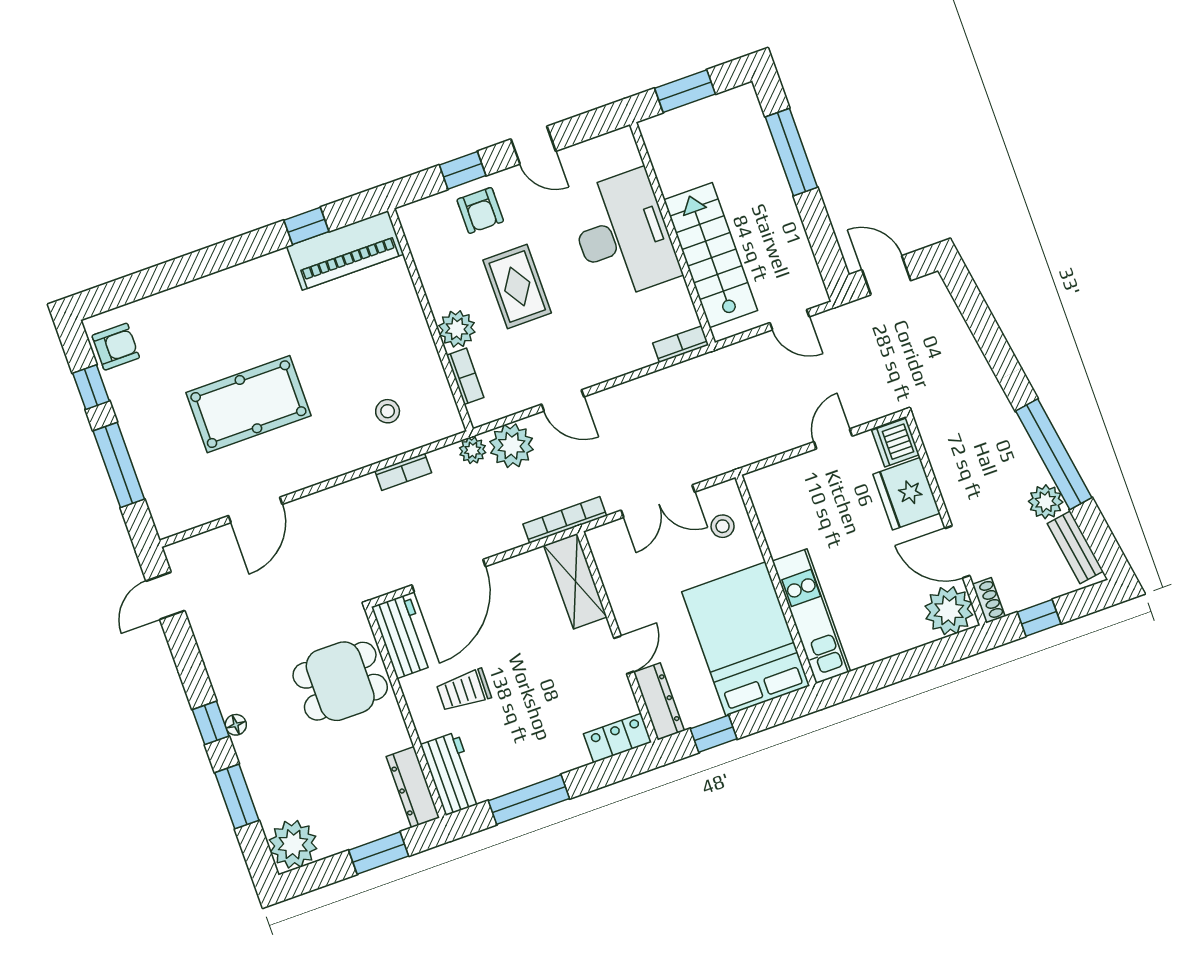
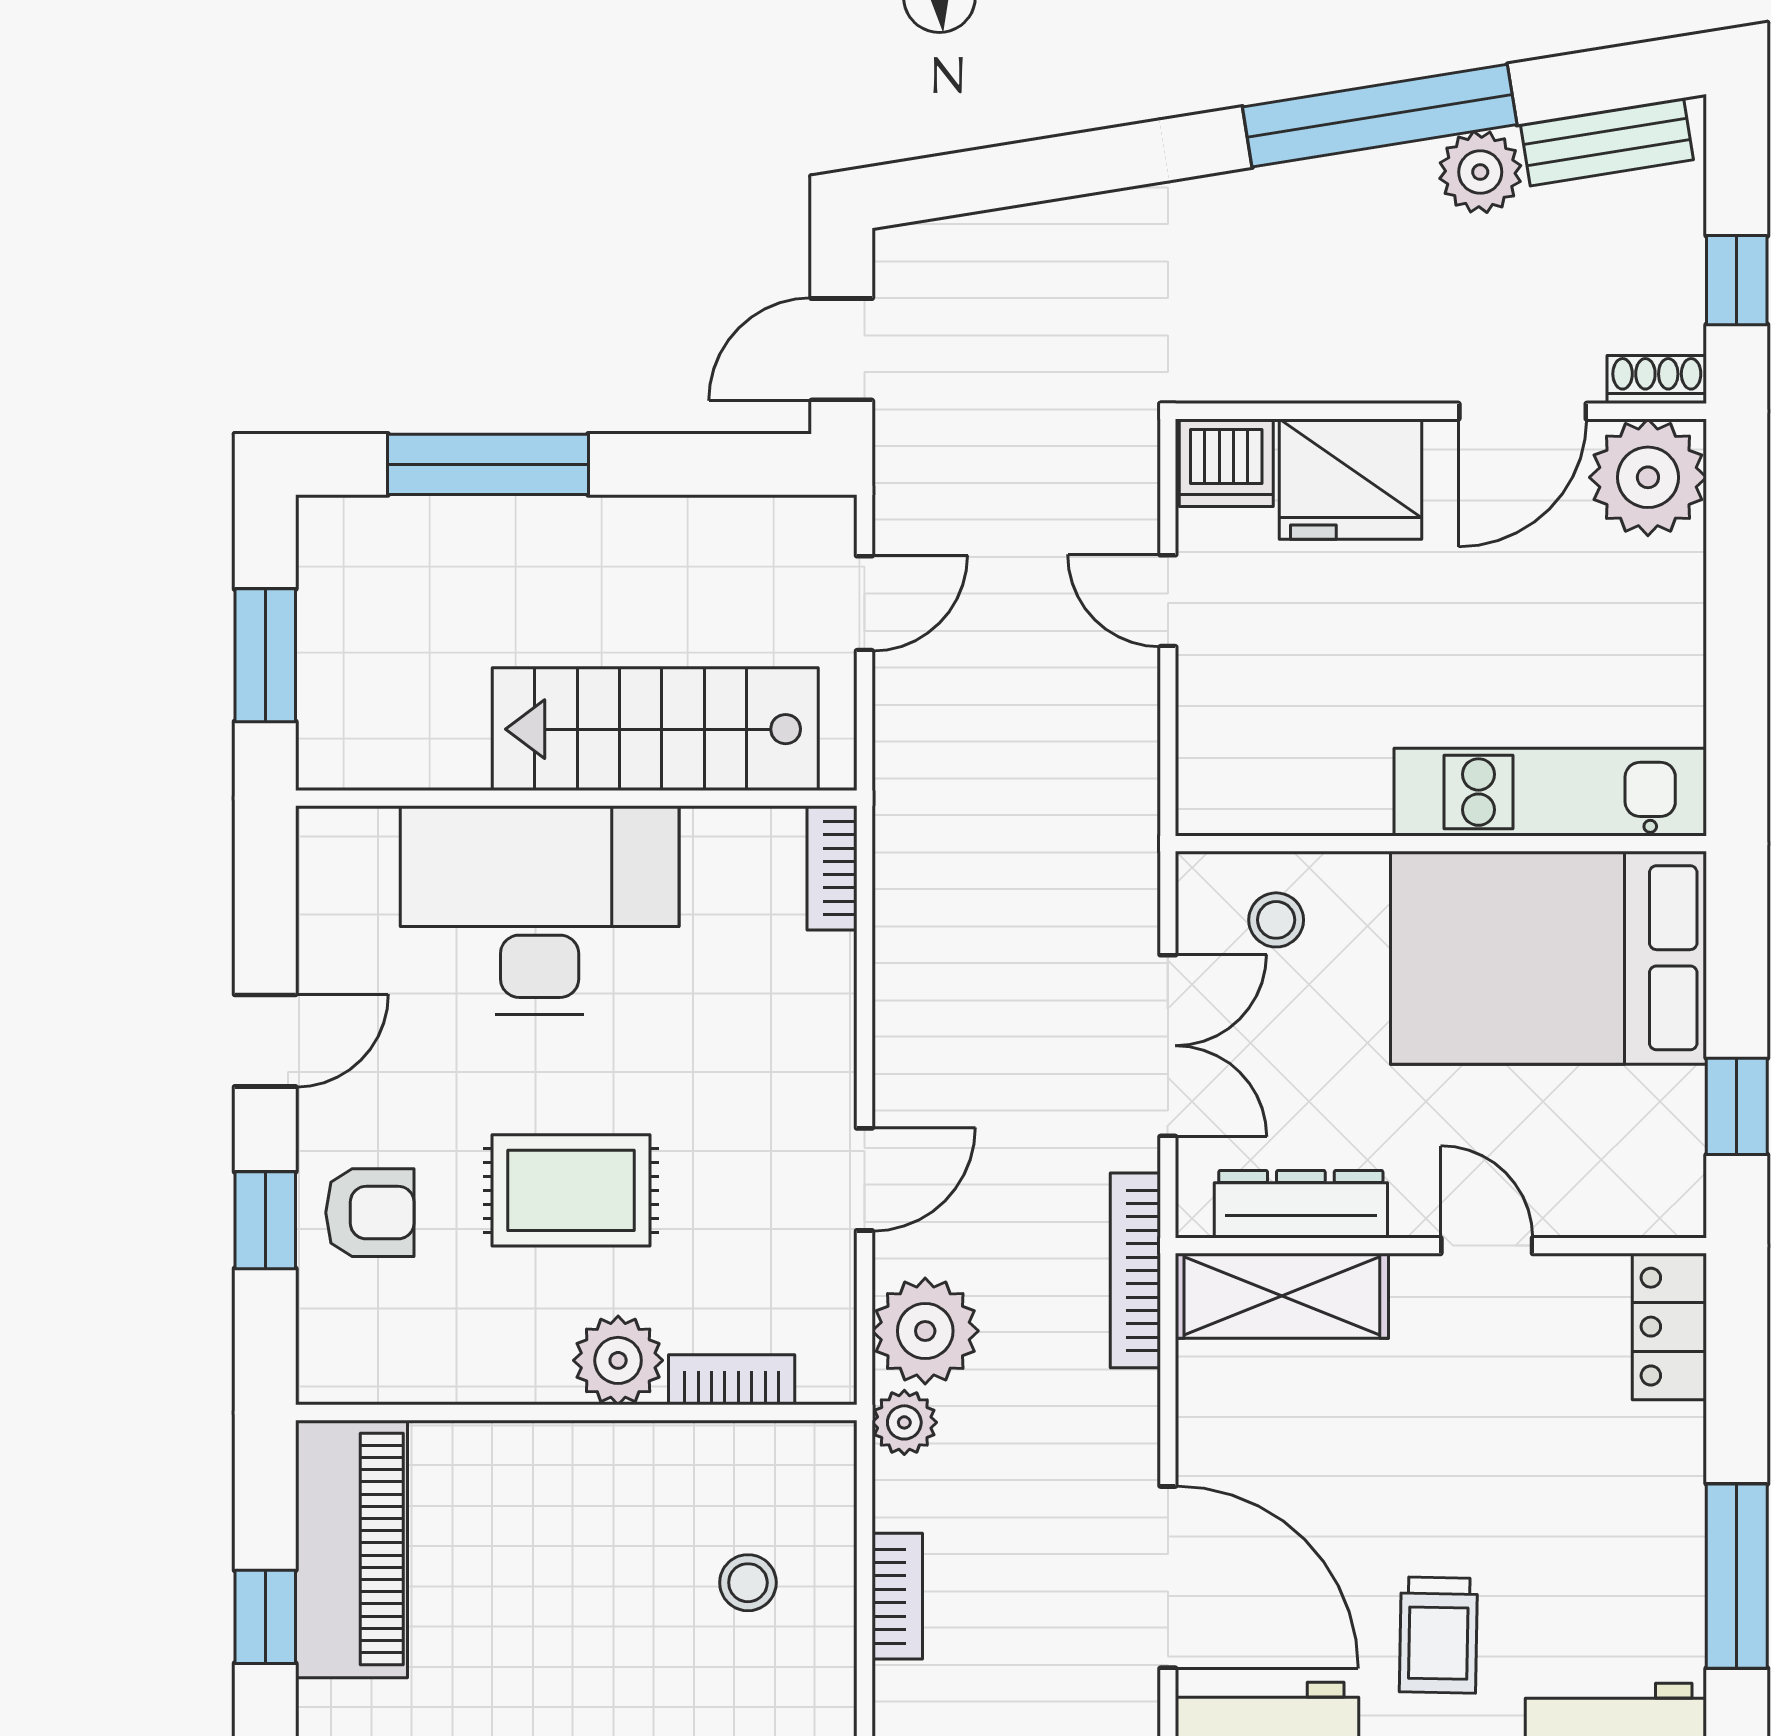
dresser: (659, 701) -> (1301, 1204), moved

